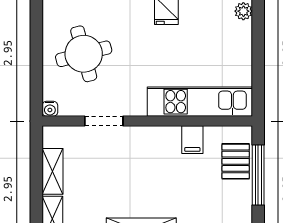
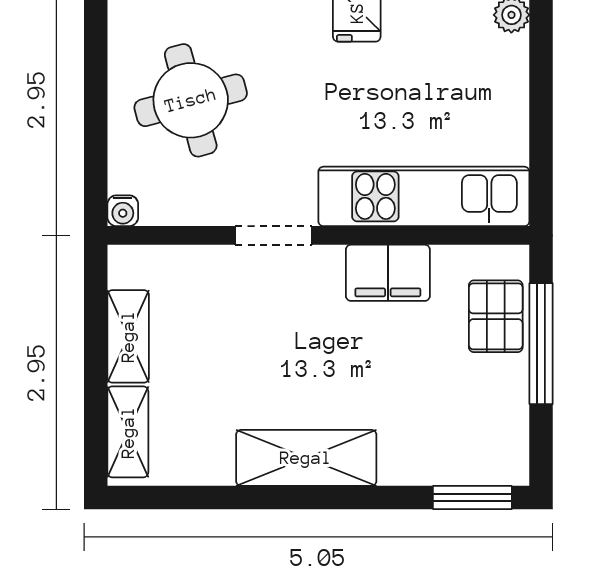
doorway: (104, 121) -> (274, 235), moved
filing cabinet: (192, 140) -> (388, 273), width x2.00

